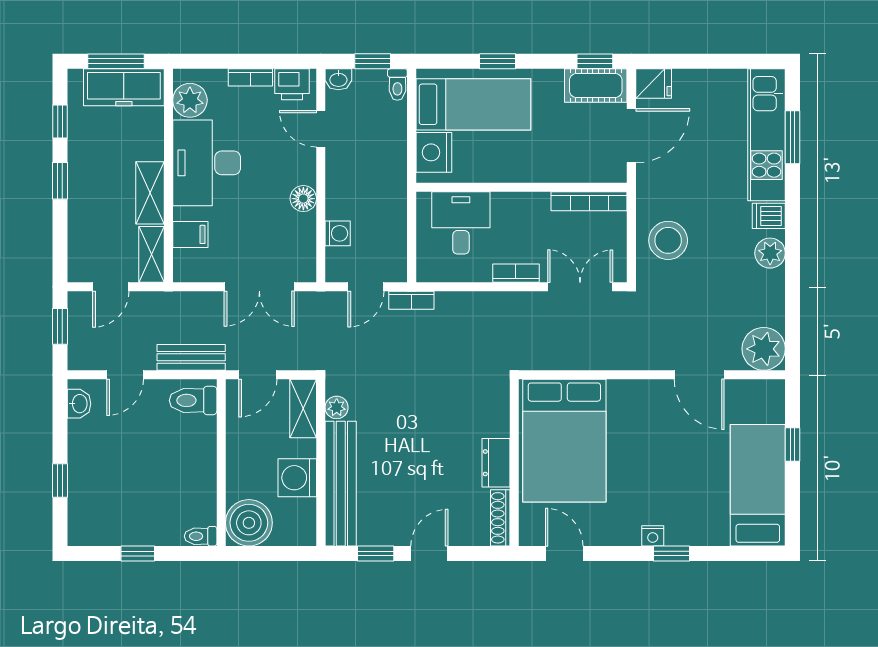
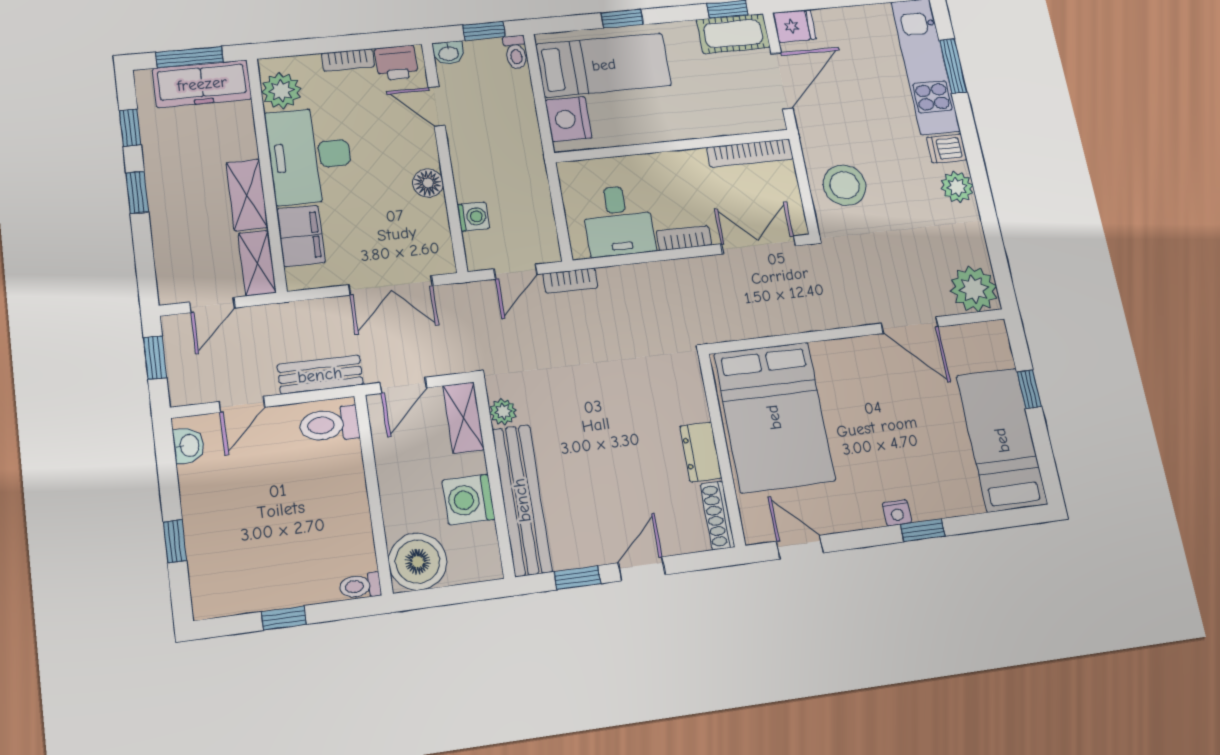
desk: (461, 223) -> (618, 221), moved, turned 180
filing cabinet: (190, 234) -> (301, 236), width x2.00

